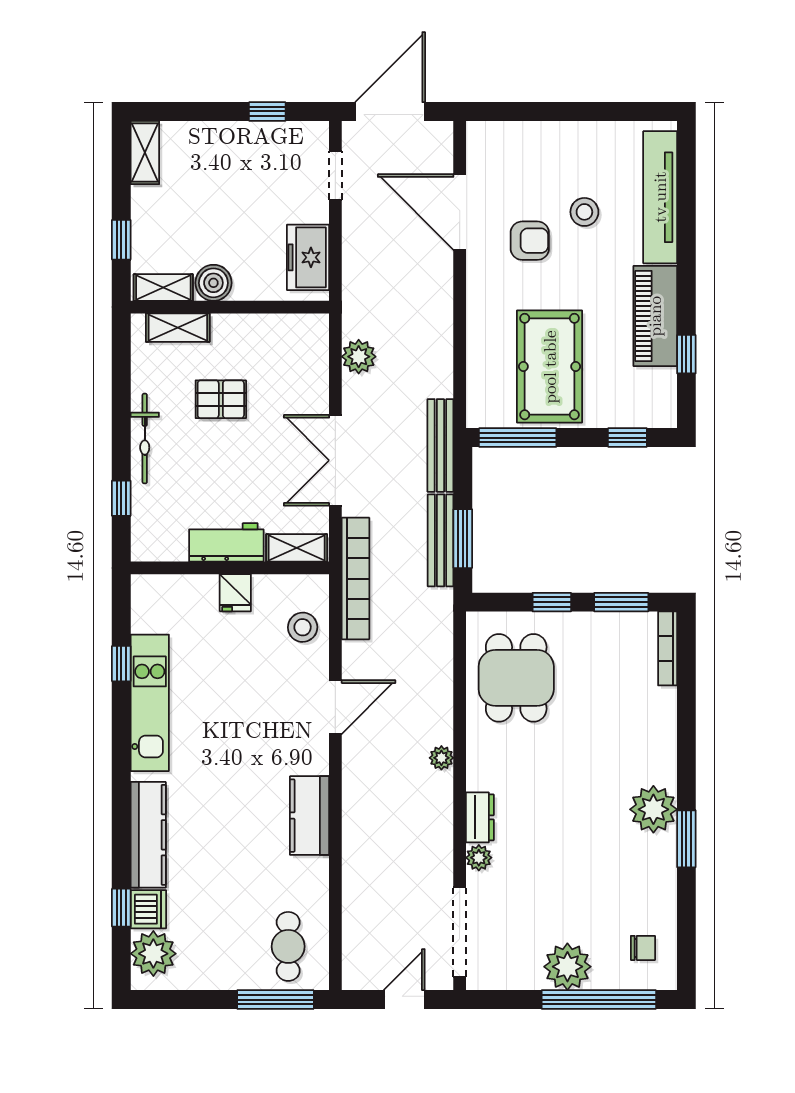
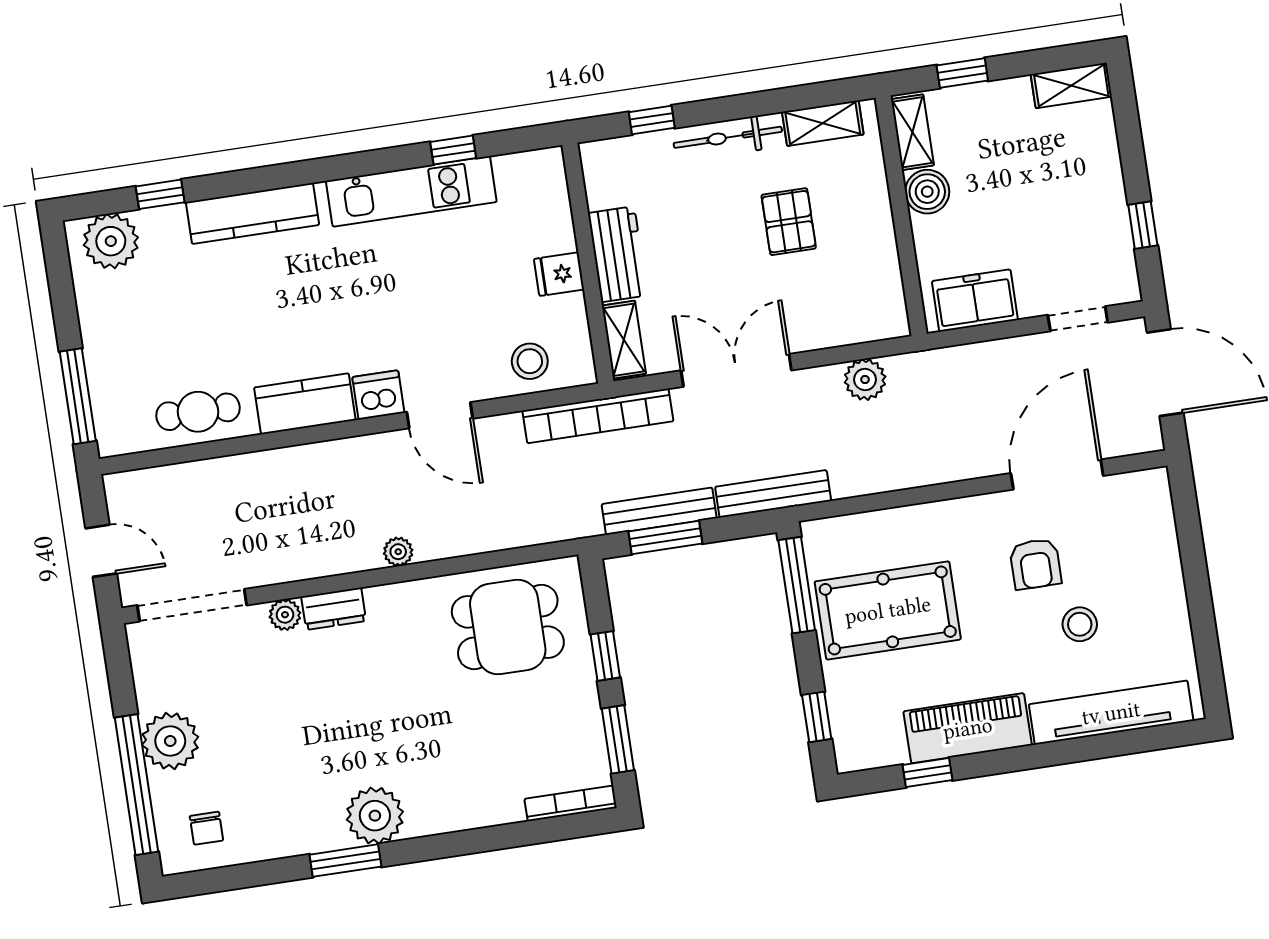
shelving: (178, 328) -> (823, 123), moved, turned 90
dishwasher: (148, 909) -> (378, 395), moved, turned 180
cafe table: (288, 946) -> (198, 412), moved

